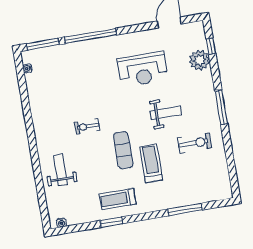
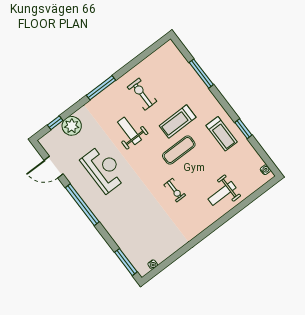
window: (90, 36) -> (82, 205), moved

